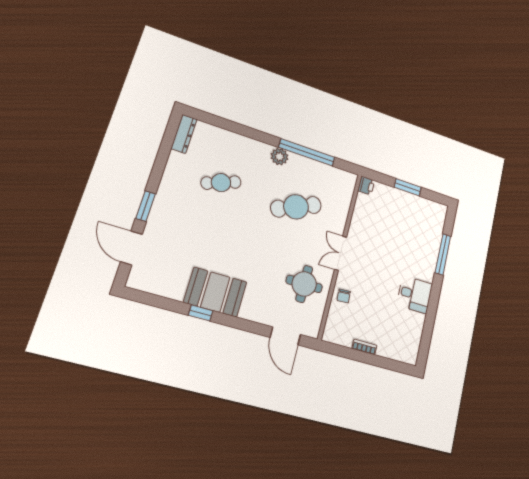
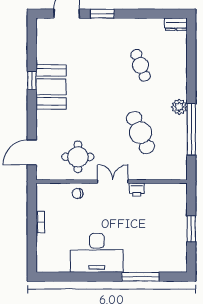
dresser: (184, 134) -> (176, 24), width x0.70
printer: (366, 186) -> (137, 190), moved
desk: (415, 295) -> (97, 253), width x1.87, depth x1.30

